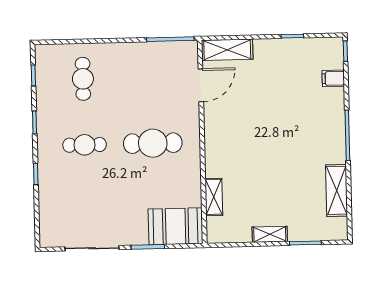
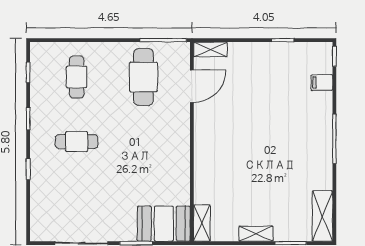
shelving: (227, 50) -> (210, 49), width x0.67, depth x0.75
cafe table: (153, 143) -> (143, 77), moved, turned 90
shelving: (337, 190) -> (322, 216), moved
shelving: (214, 197) -> (202, 223), moved

